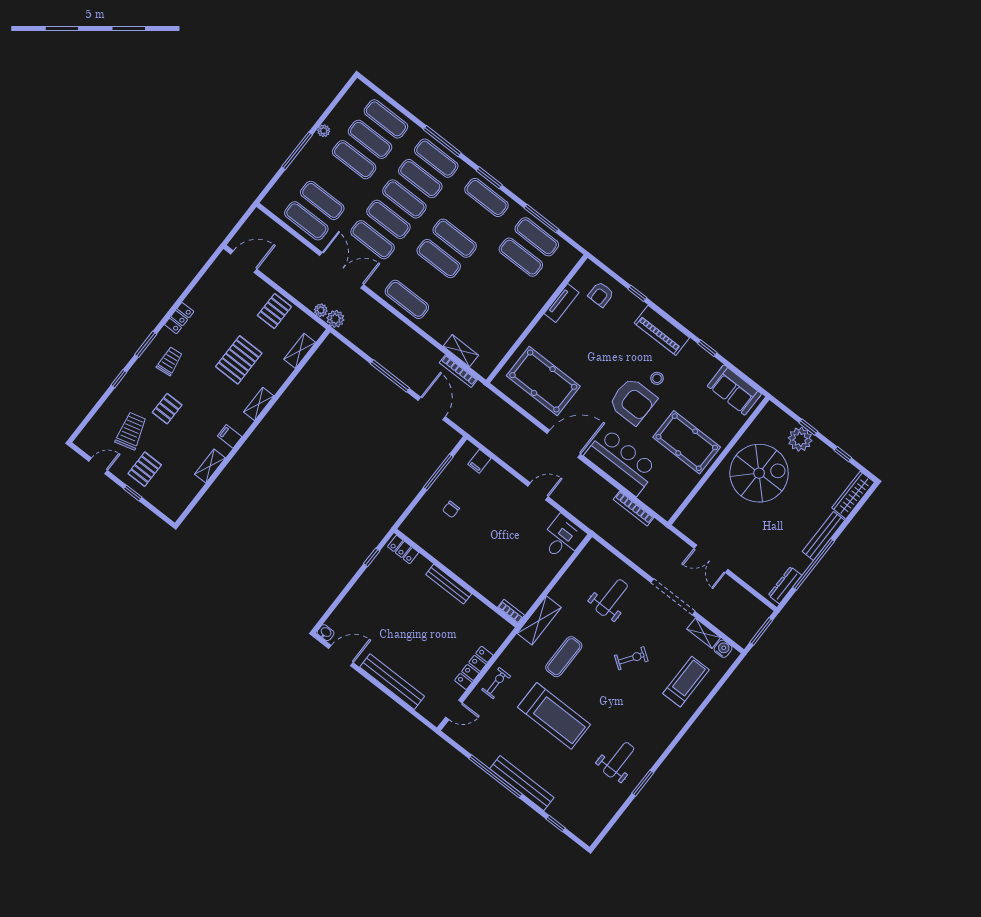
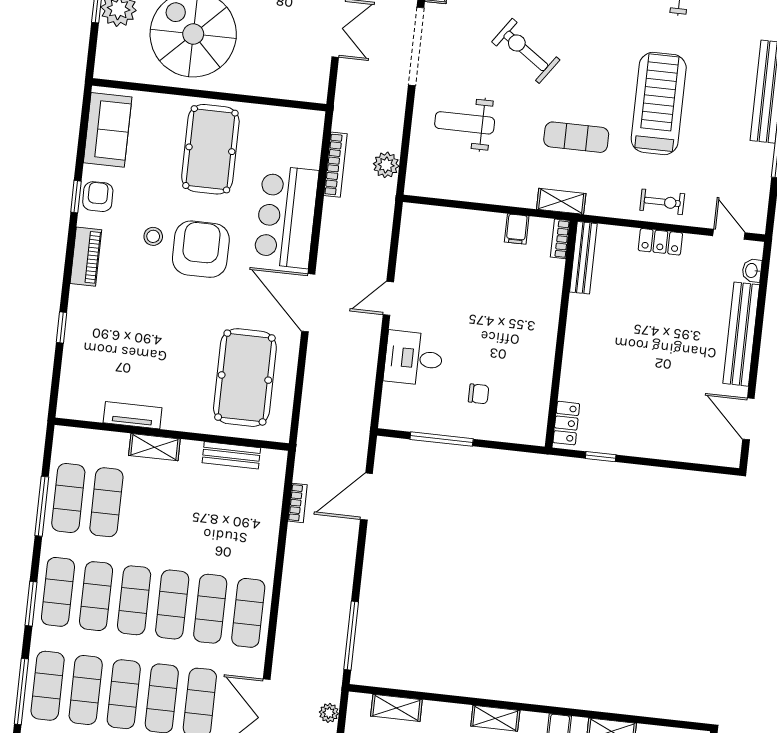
exercise mat: (471, 218) -> (96, 596), added
exercise mat: (423, 279) -> (210, 609), added
armchair: (601, 294) -> (98, 197), moved, turned -91
plant: (335, 319) -> (386, 165), moved
piano: (662, 330) -> (86, 257), width x0.73, depth x0.75
bench: (503, 346) -> (231, 455), added
shelving: (461, 351) -> (154, 447), moved, turned 90
bookcase: (458, 371) -> (298, 503), width x0.64
window: (390, 376) -> (351, 636), moved
filing cabinet: (479, 461) -> (517, 229), moved, turned 90
door: (538, 491) -> (388, 298), hinge flipped
desk: (563, 538) -> (414, 358), moved
bench: (449, 584) -> (583, 258), moved
shelving: (539, 620) -> (561, 201), width x0.67, depth x0.75
washbasin: (326, 633) -> (752, 271), moved
exercise bike: (631, 658) -> (526, 51), width x1.38, depth x1.39
locker: (474, 668) -> (660, 242), width x0.66
exercise bike: (496, 683) -> (662, 202), turned 180

